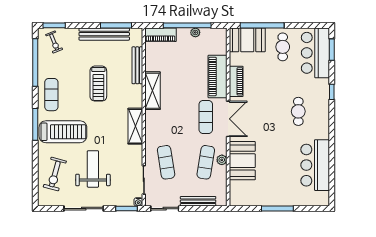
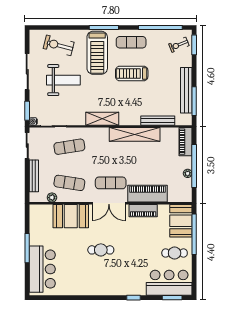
treadmill: (98, 84) -> (132, 74), moved
shelving: (152, 91) -> (135, 134), width x1.47
cafe table: (298, 111) -> (101, 250), moved
plant: (222, 160) -> (52, 198), moved
bar counter: (315, 165) -> (42, 269), moved, turned 90

